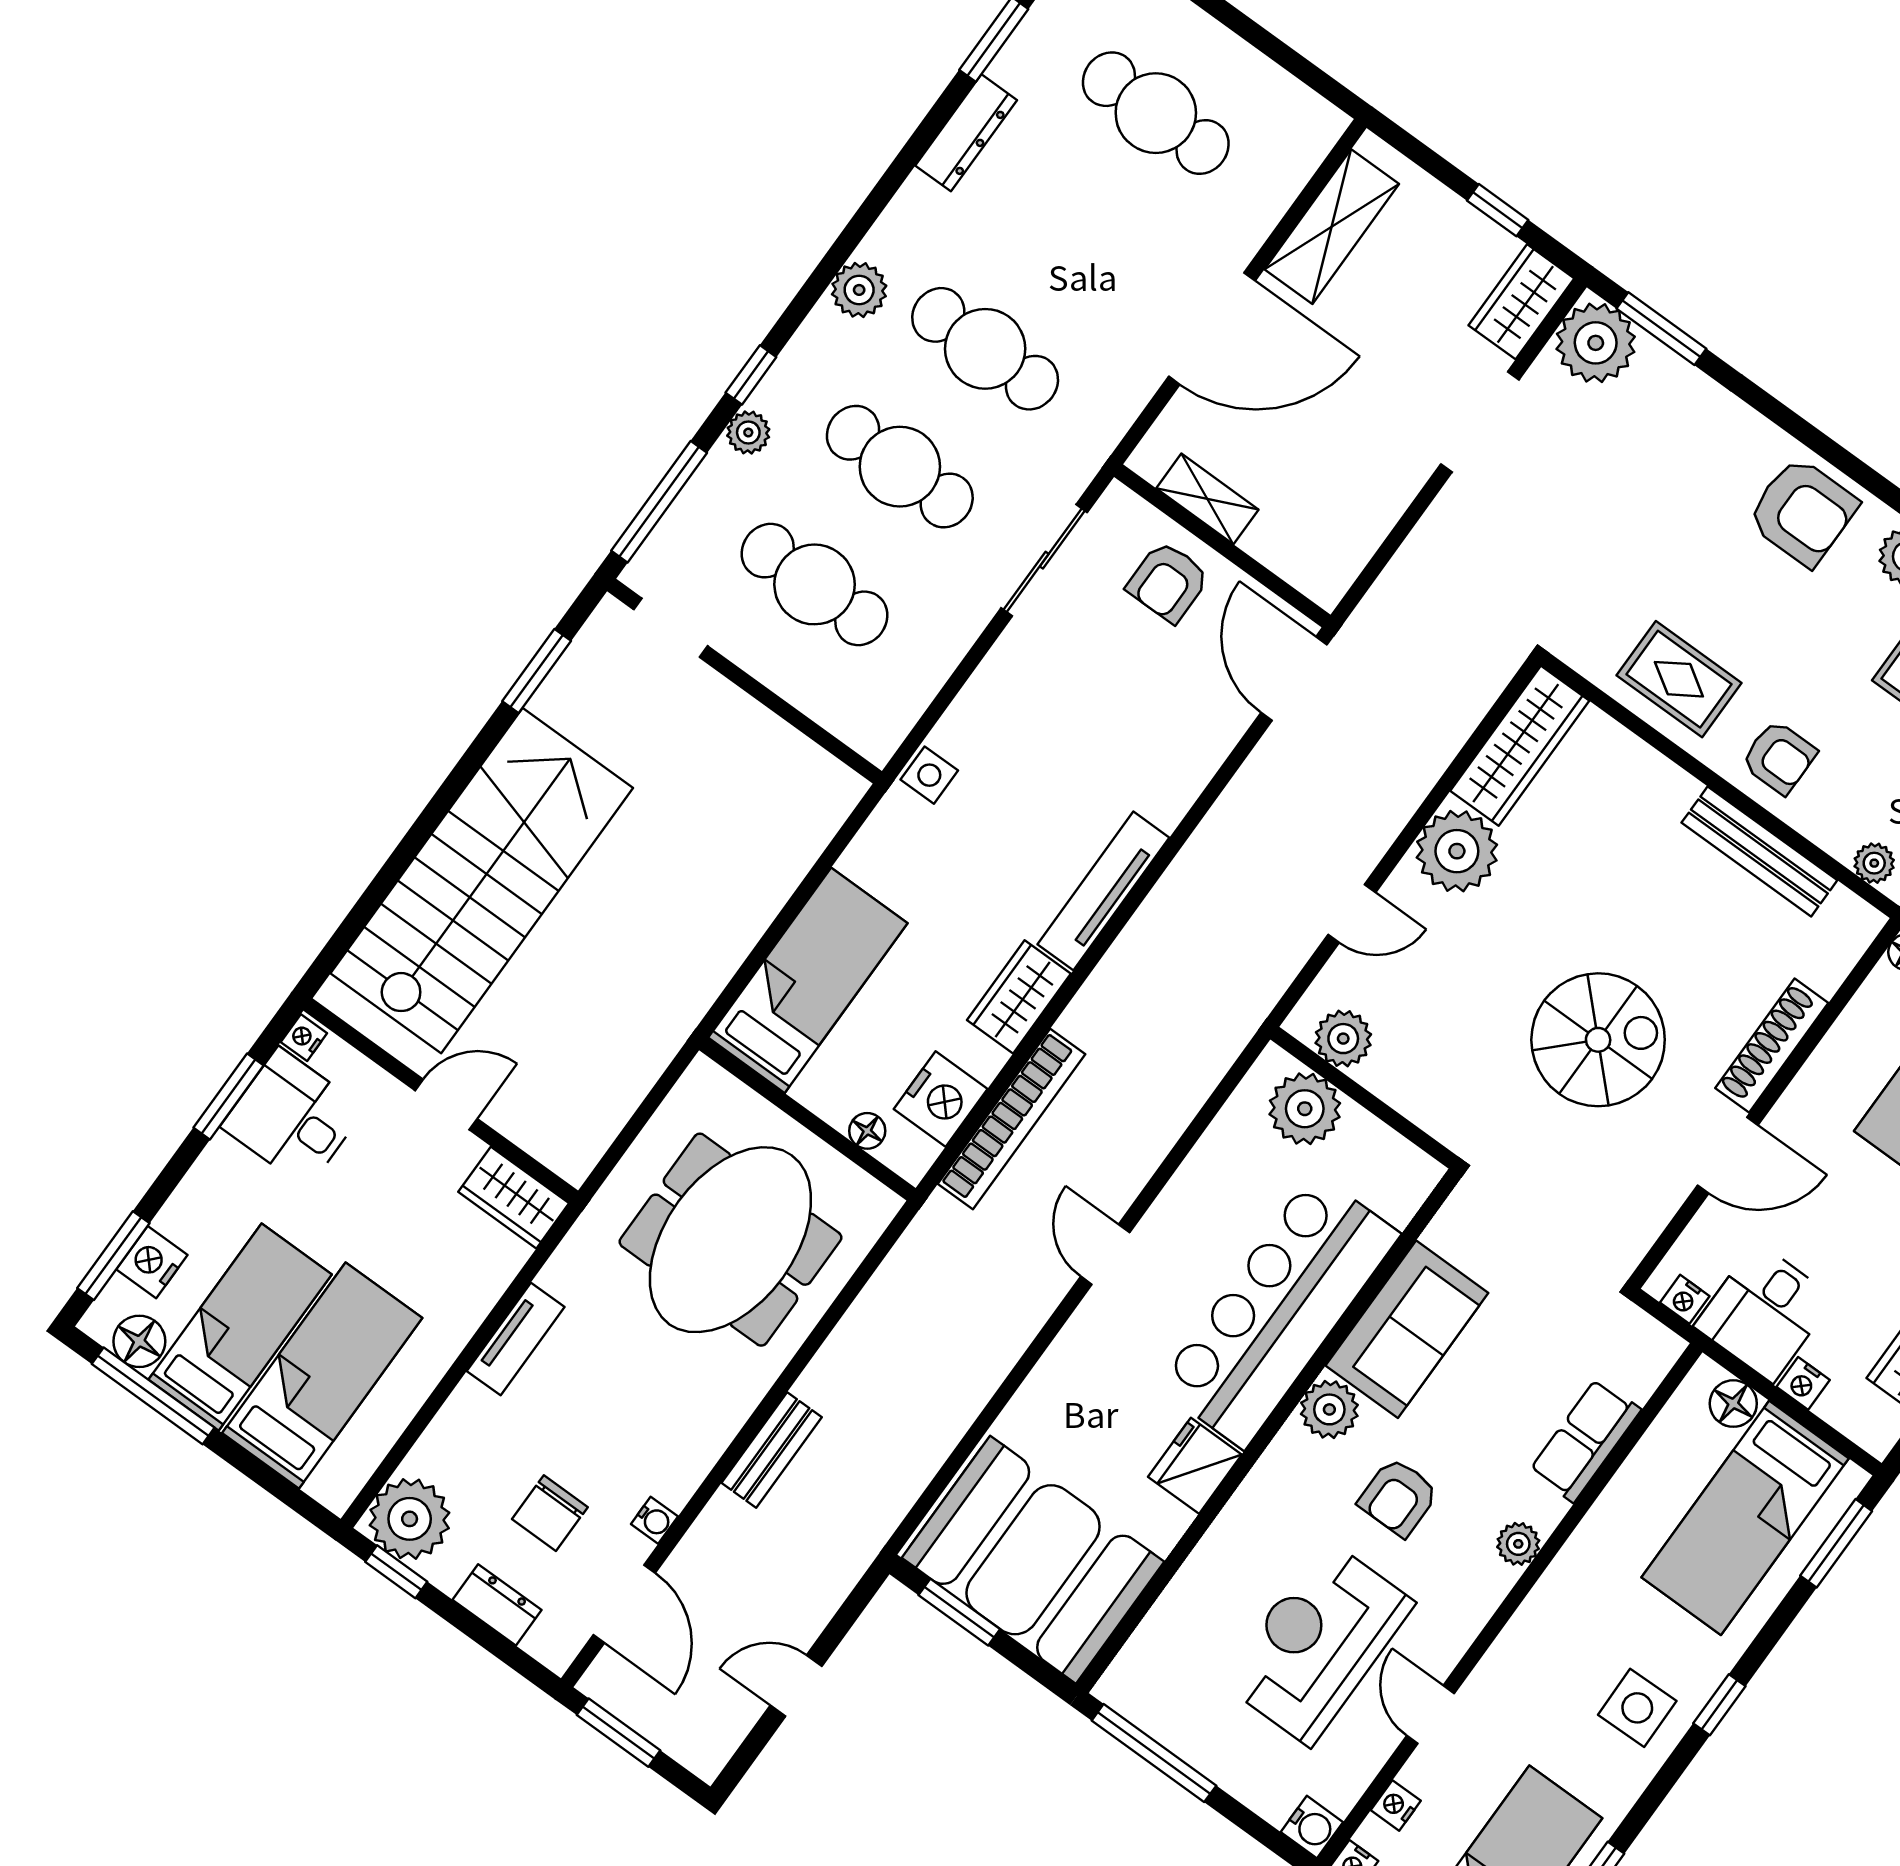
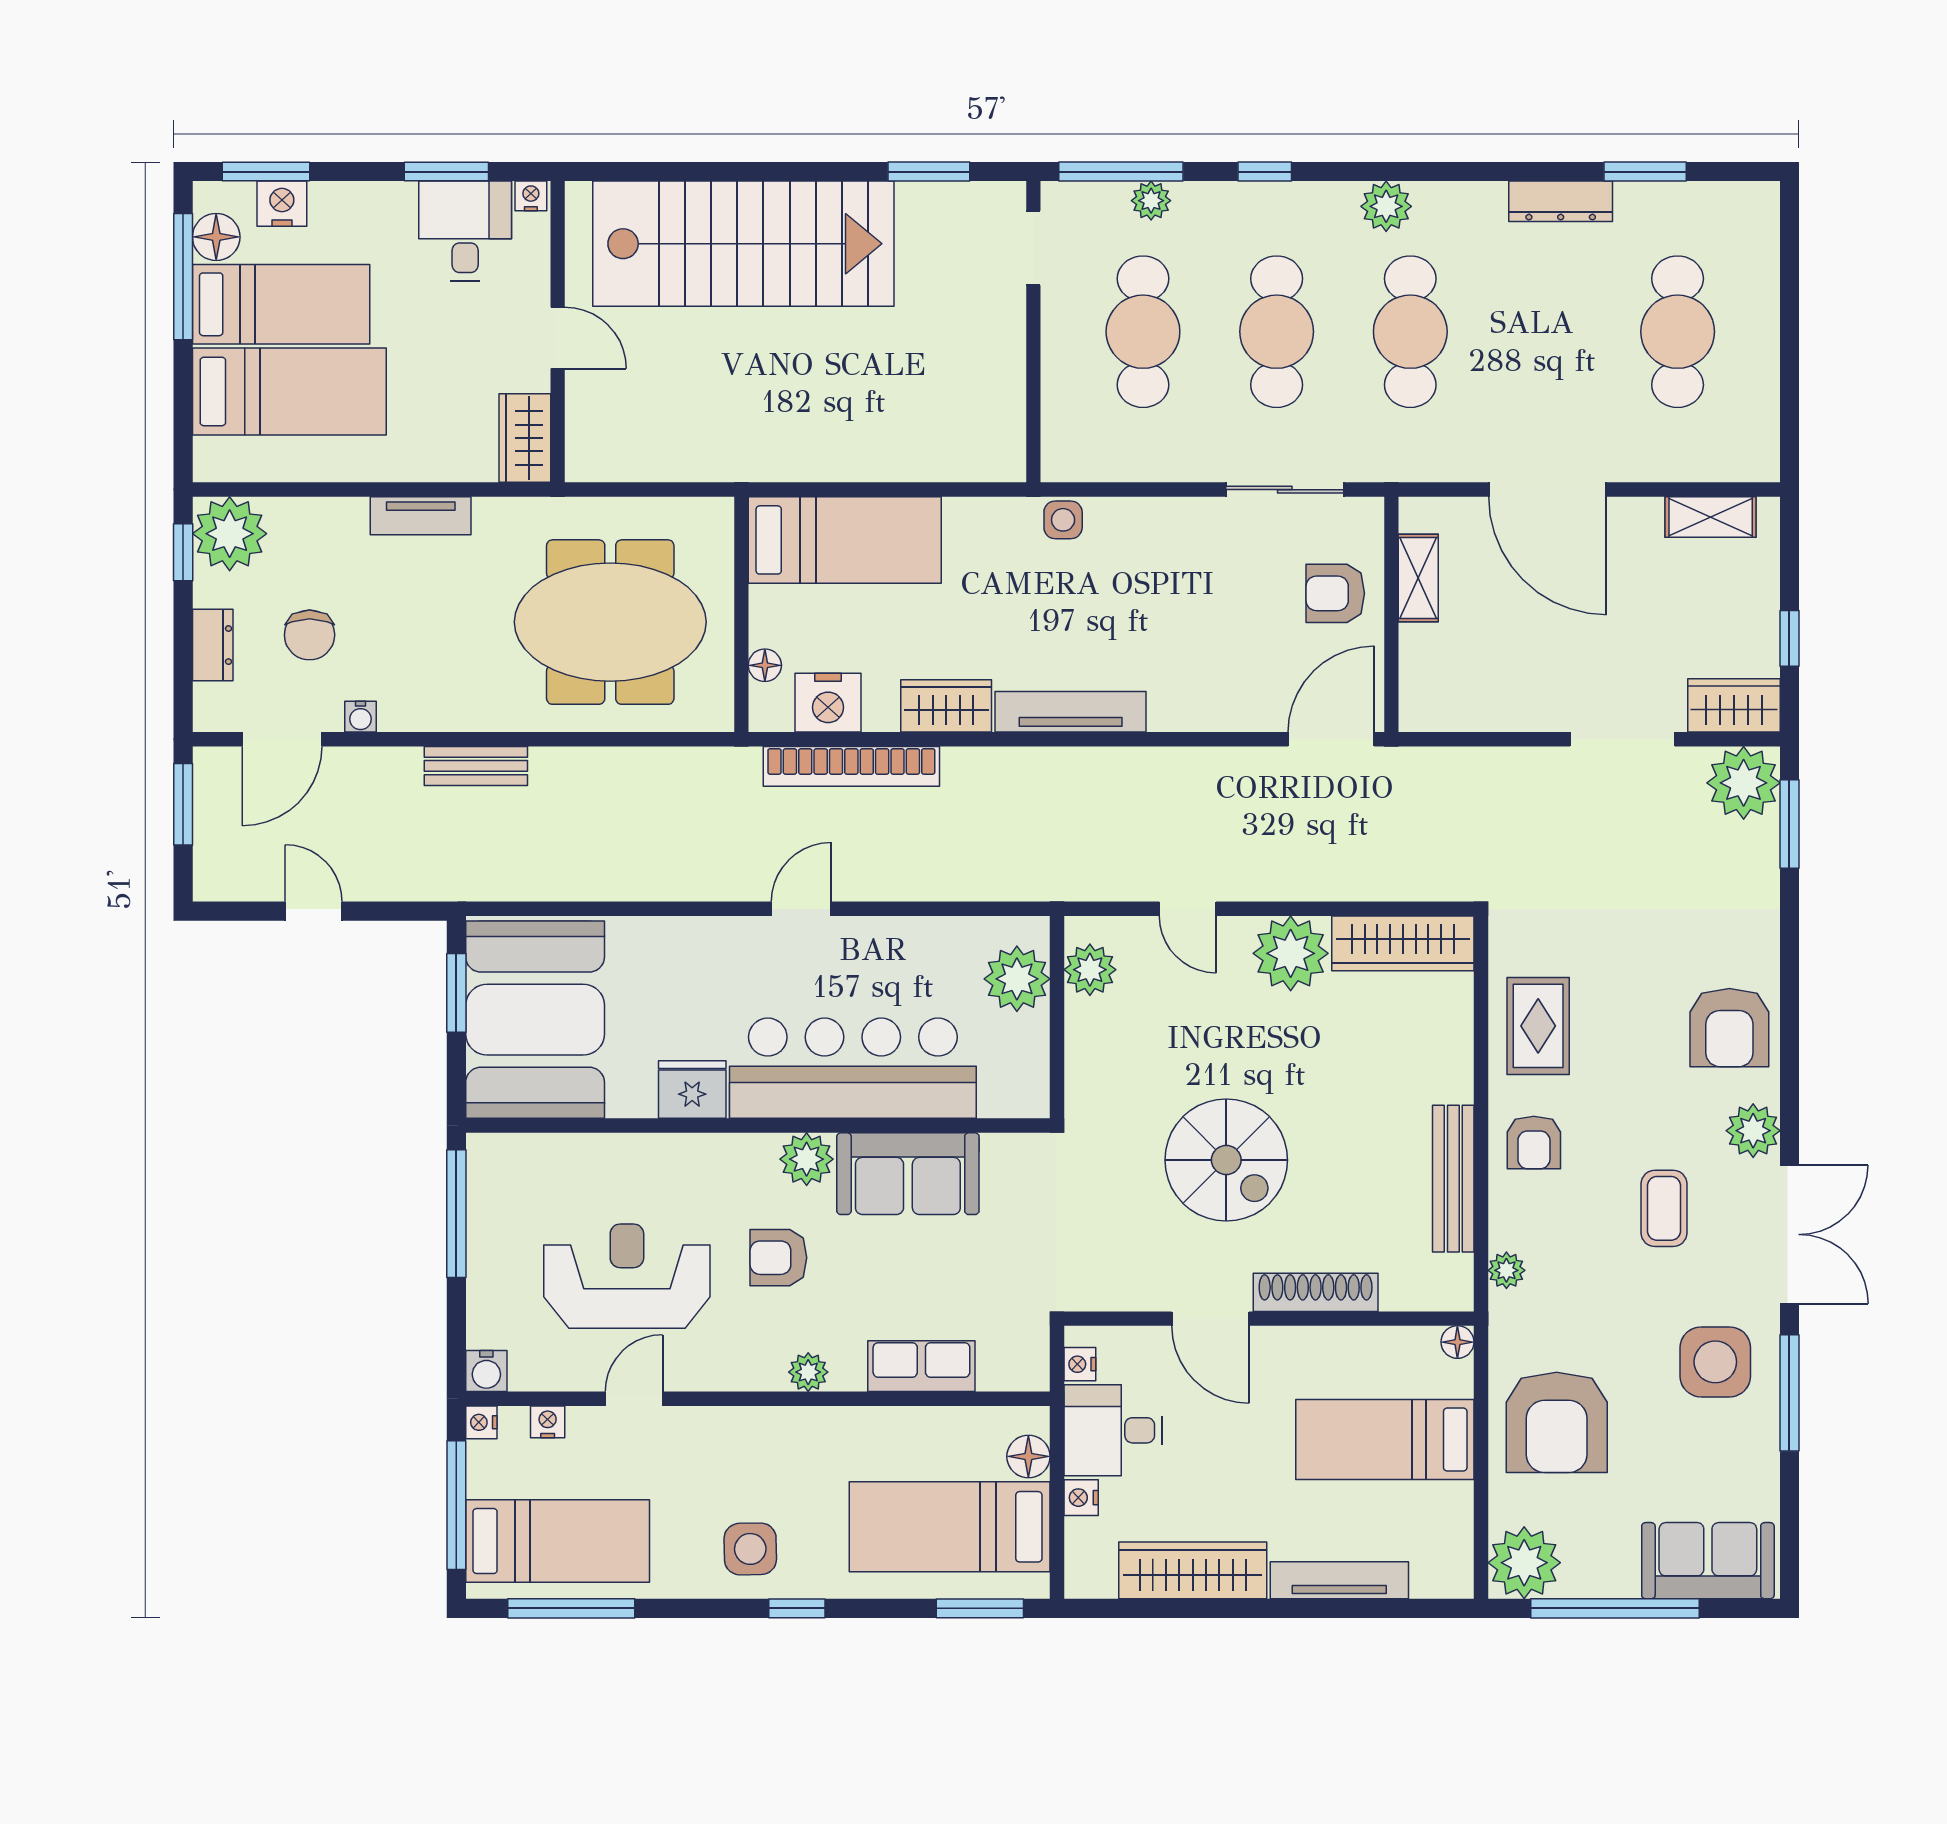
shelving: (1332, 227) -> (1711, 517), width x0.67, depth x0.75
plant: (748, 432) -> (1151, 201), moved
chair: (550, 1513) -> (310, 635), turned -90

